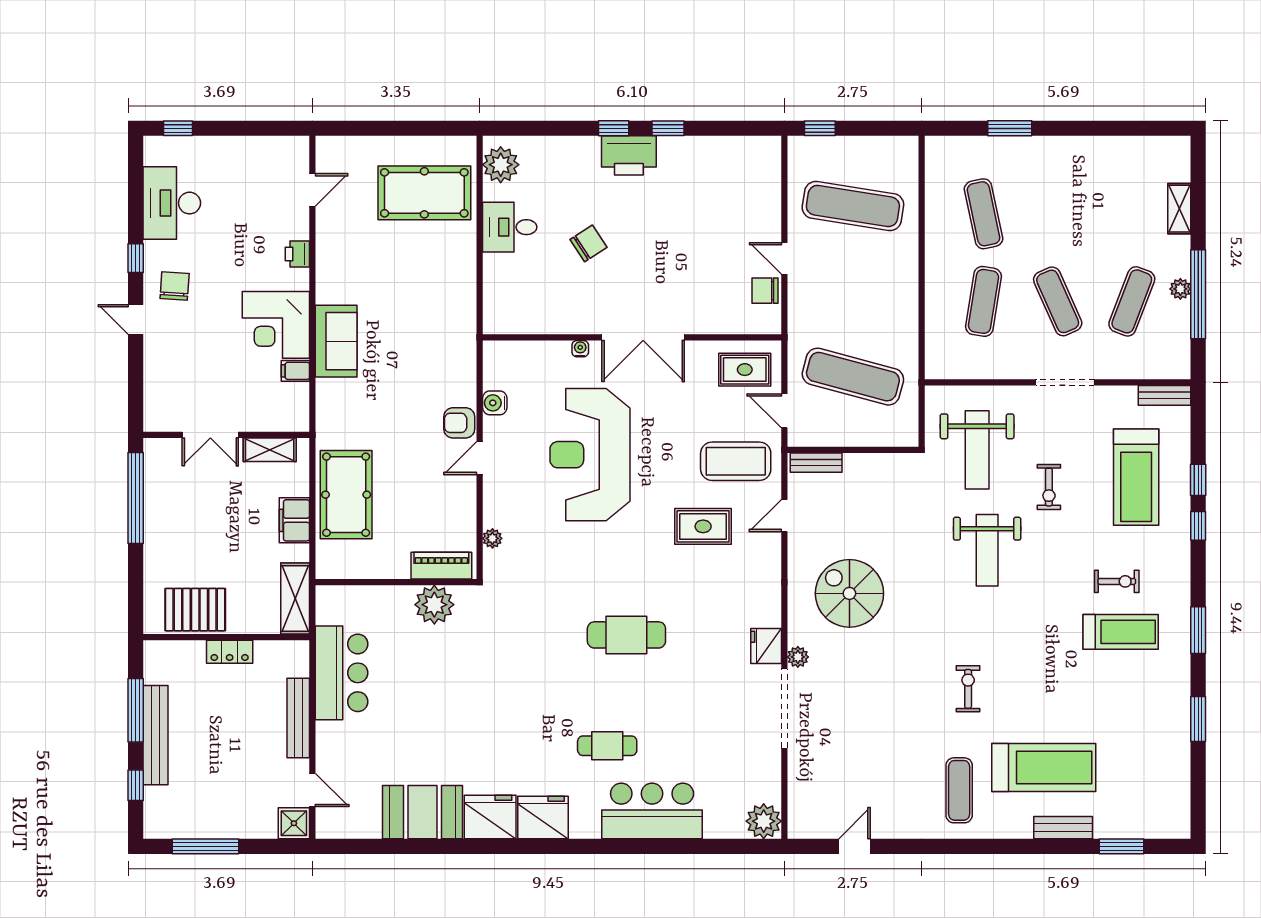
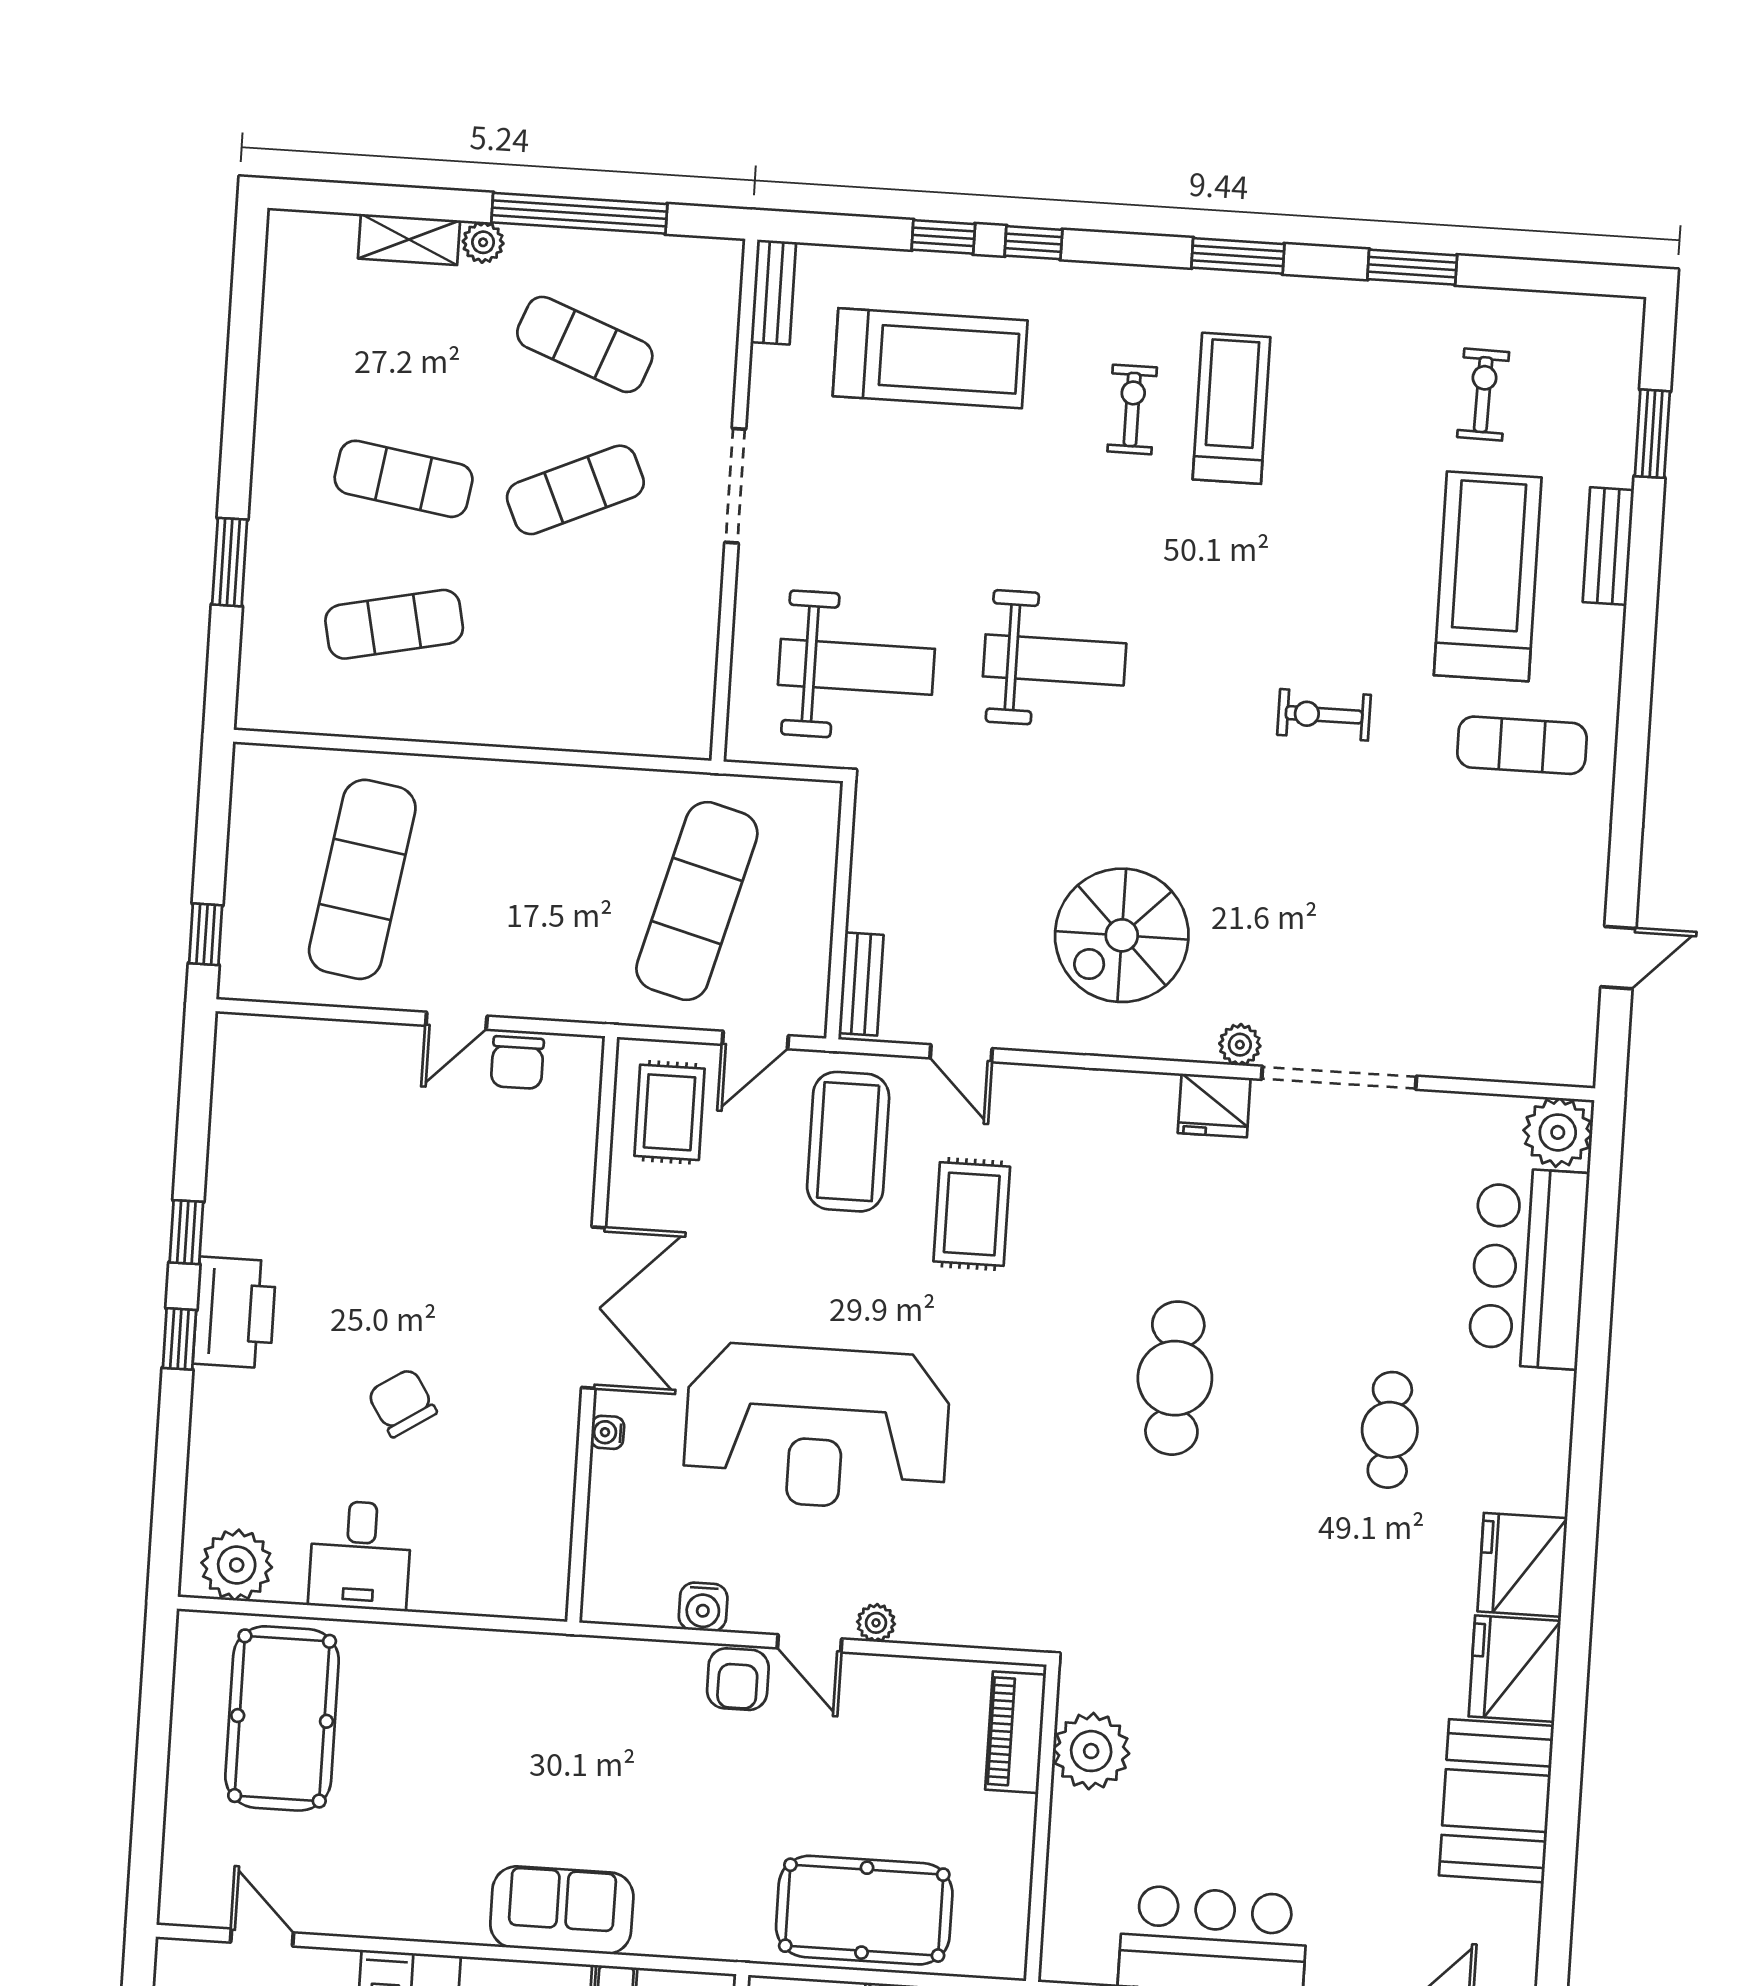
plant: (1180, 289) -> (483, 242), moved
exercise mat: (983, 301) -> (404, 479), moved
exercise bike: (1049, 487) -> (1483, 395), moved, turned -89
plant: (492, 538) -> (876, 1623), moved
bar counter: (652, 811) -> (1529, 1268), moved
door: (854, 846) -> (1618, 958), swing flipped

